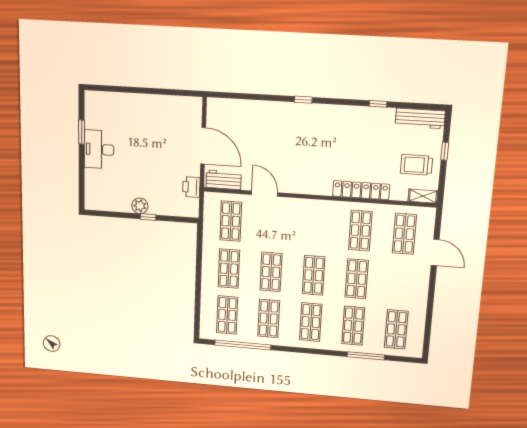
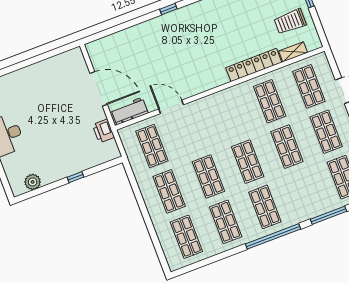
shelving: (423, 196) -> (293, 52), moved
plant: (140, 206) -> (33, 182), moved
shop shelf: (353, 326) -> (326, 132), moved
window: (243, 345) -> (273, 236), moved

